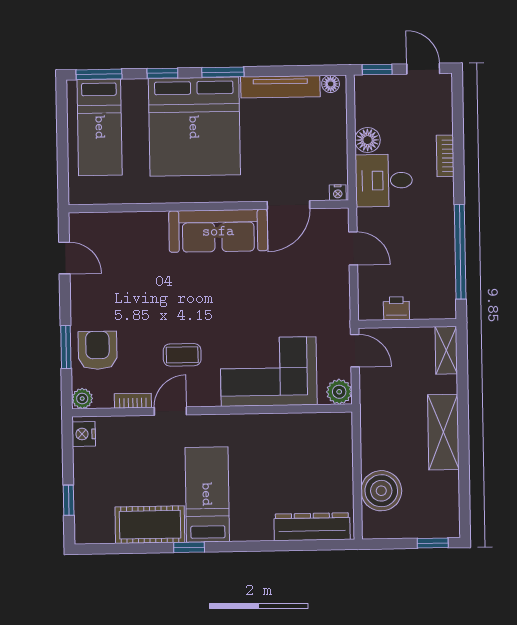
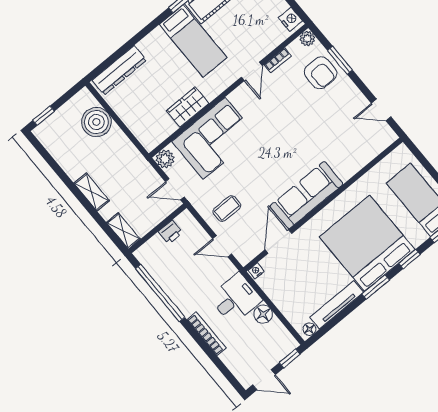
bookcase: (445, 156) -> (207, 334), width x1.56
coffee table: (182, 355) -> (227, 209), moved
wardrobe: (270, 428) -> (188, 107), added
shelving: (443, 432) -> (92, 192), width x0.67, depth x0.75

